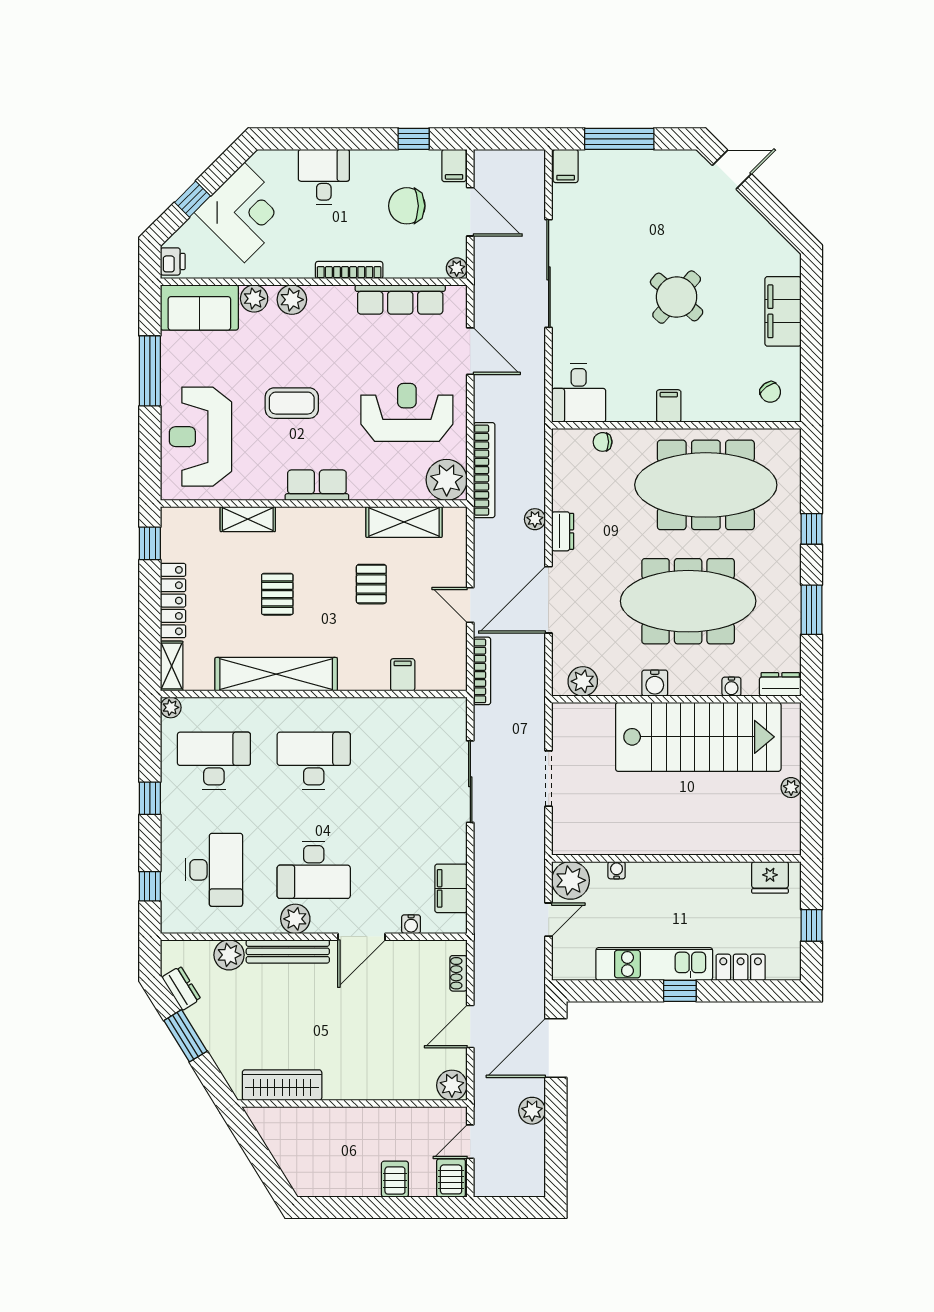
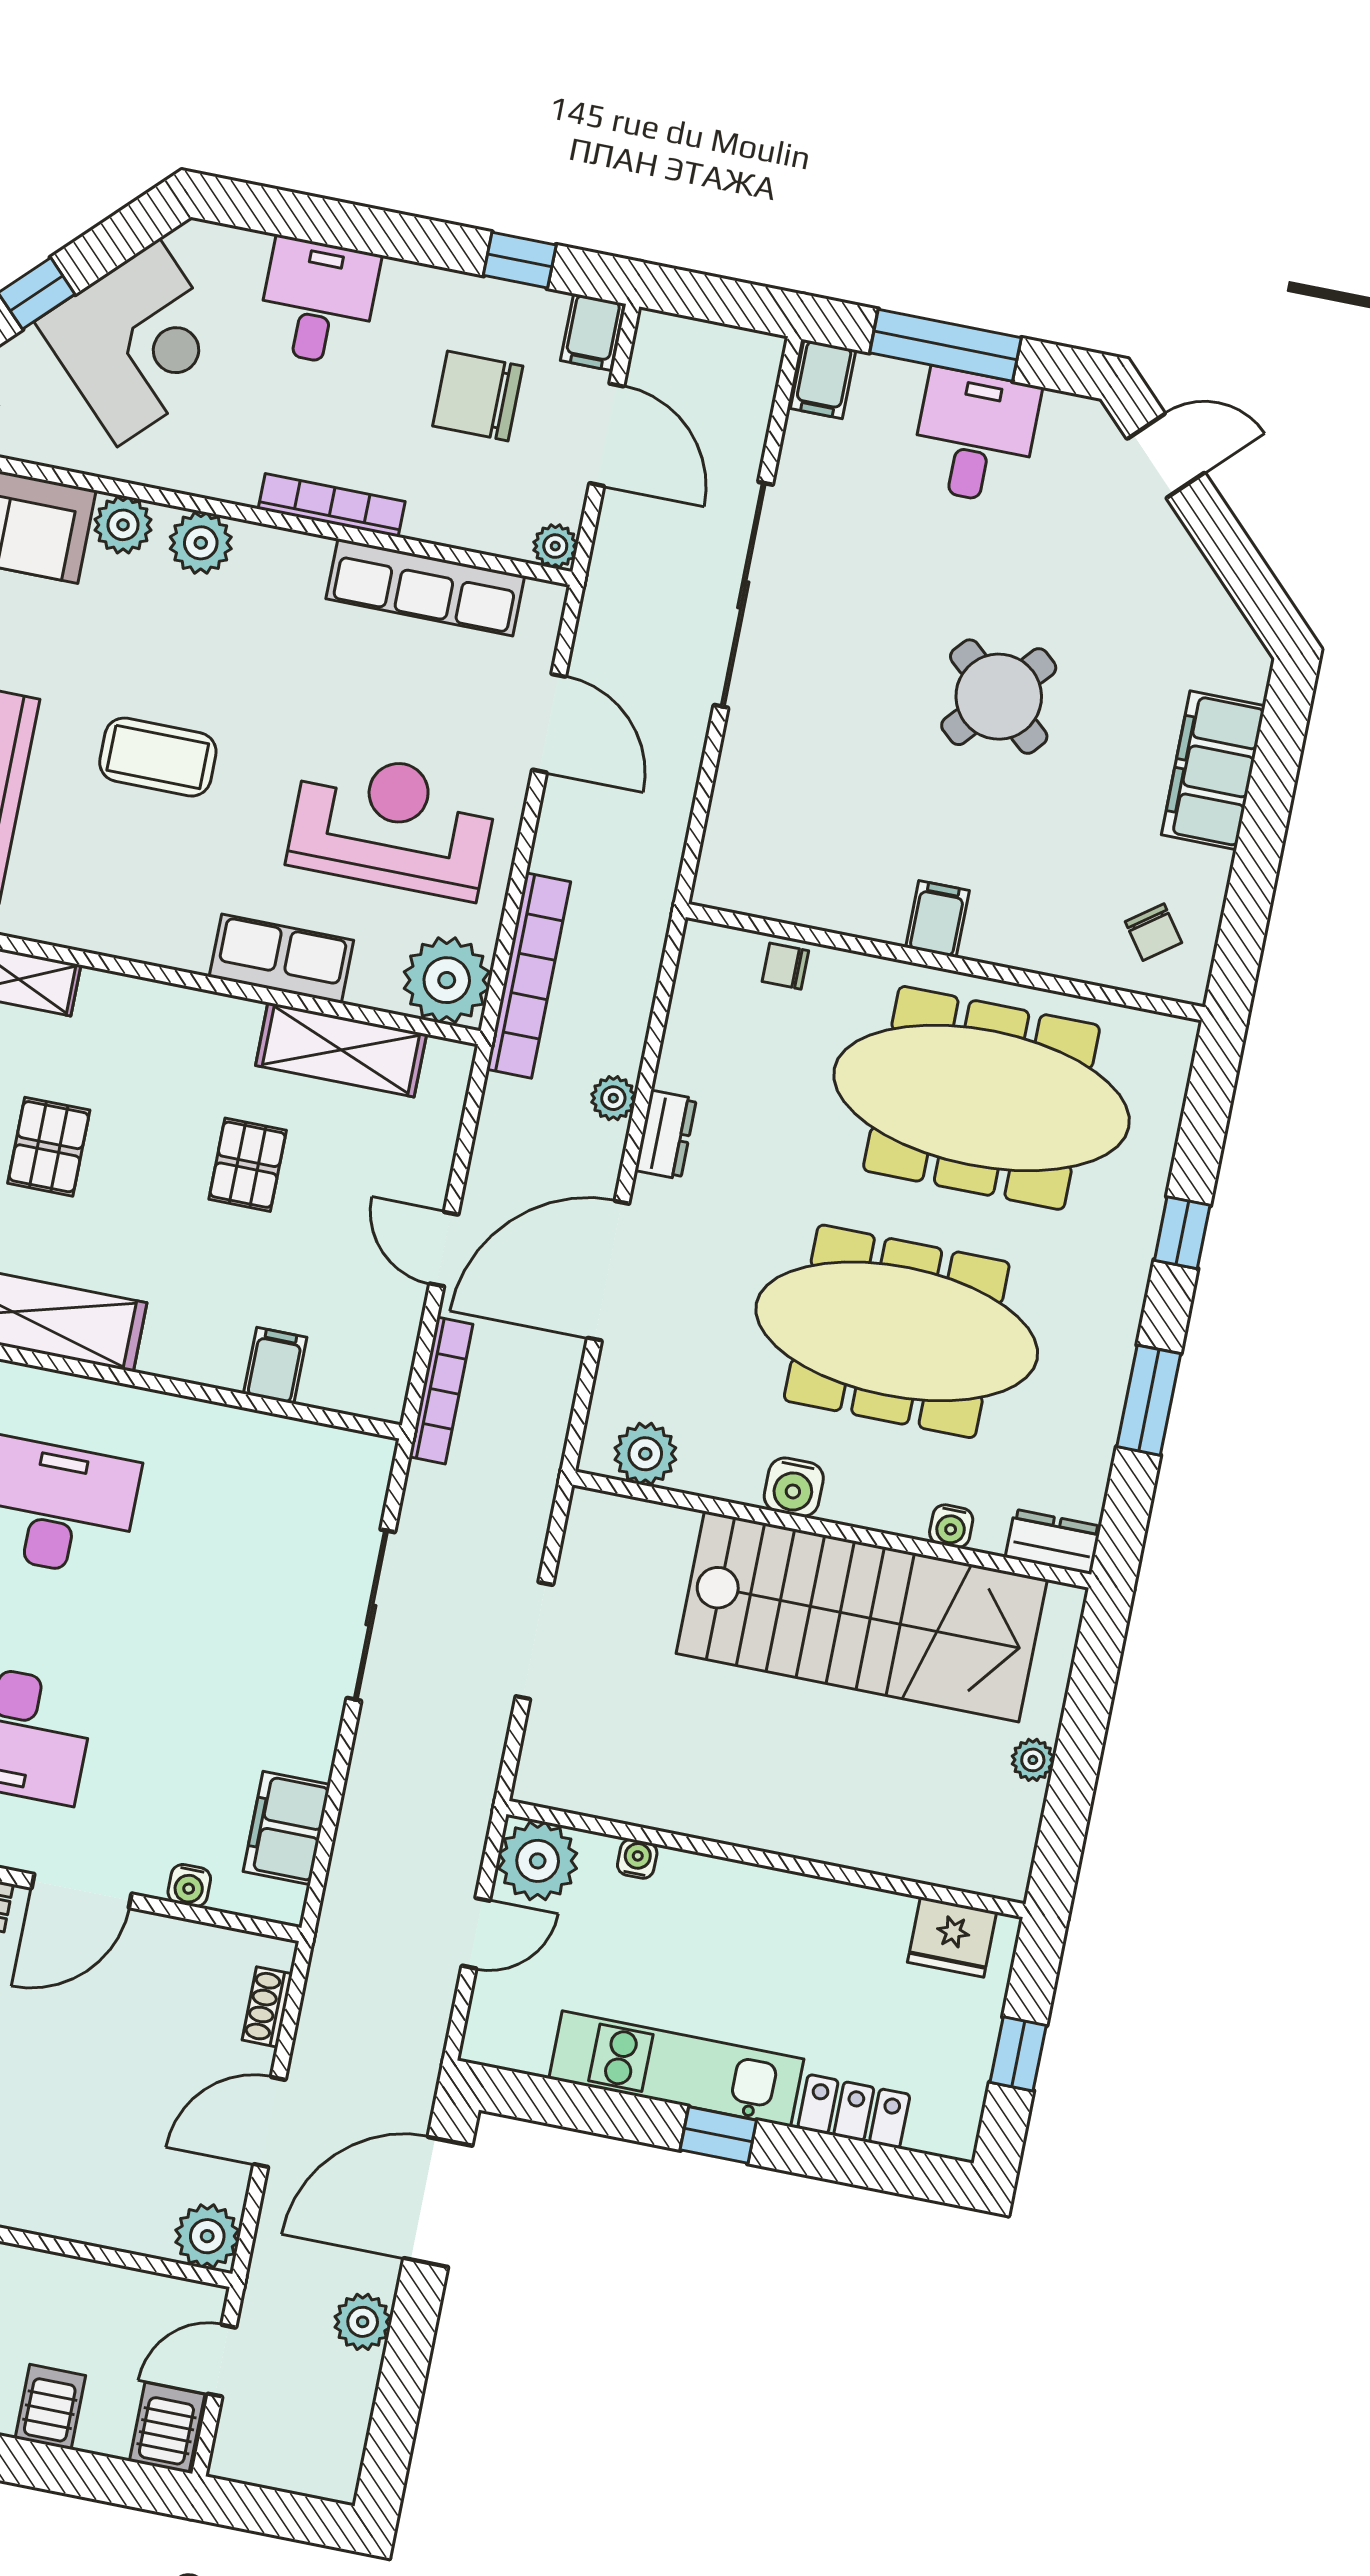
desk: (579, 393) -> (975, 436), moved, turned 180
row of seats: (317, 485) -> (281, 959), moved

